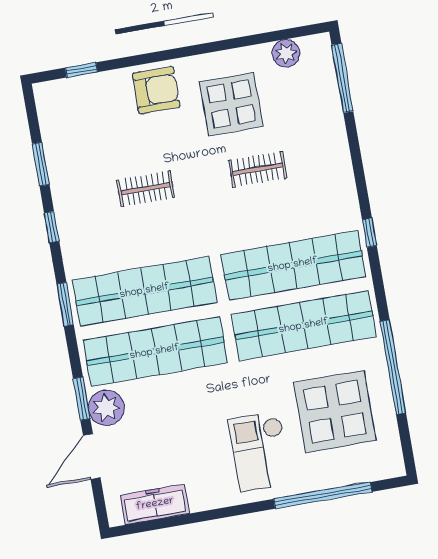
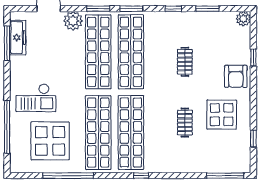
window: (265, 38) -> (253, 139), added
plant: (286, 53) -> (243, 19), moved
window: (81, 70) -> (253, 58), moved
window: (82, 399) -> (98, 9), moved
checkout: (260, 452) -> (36, 98), turned 180
window: (169, 522) -> (7, 43), added

